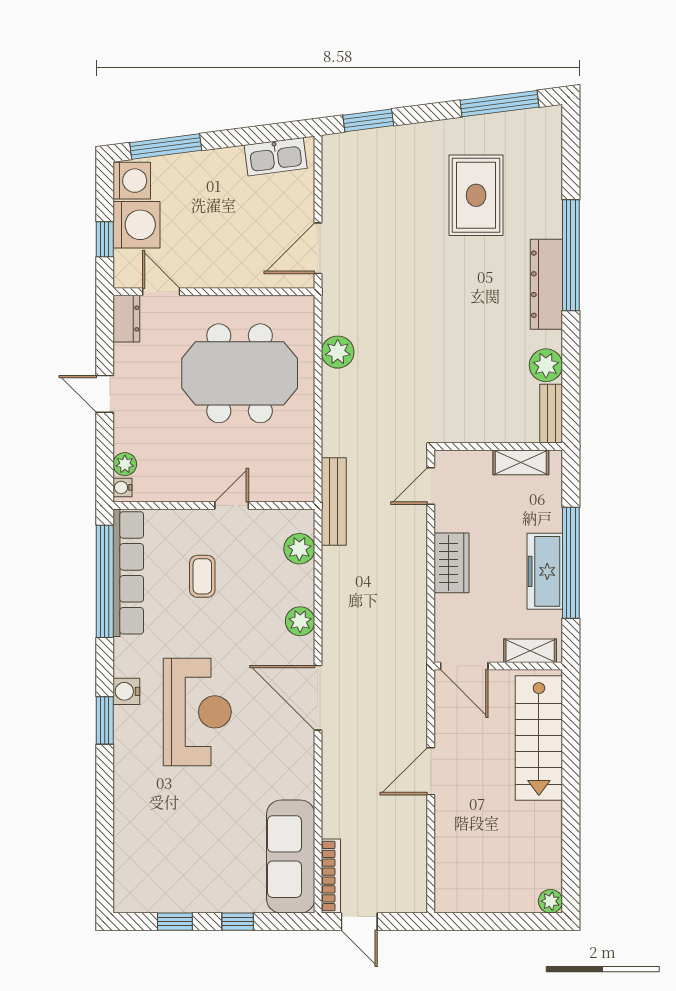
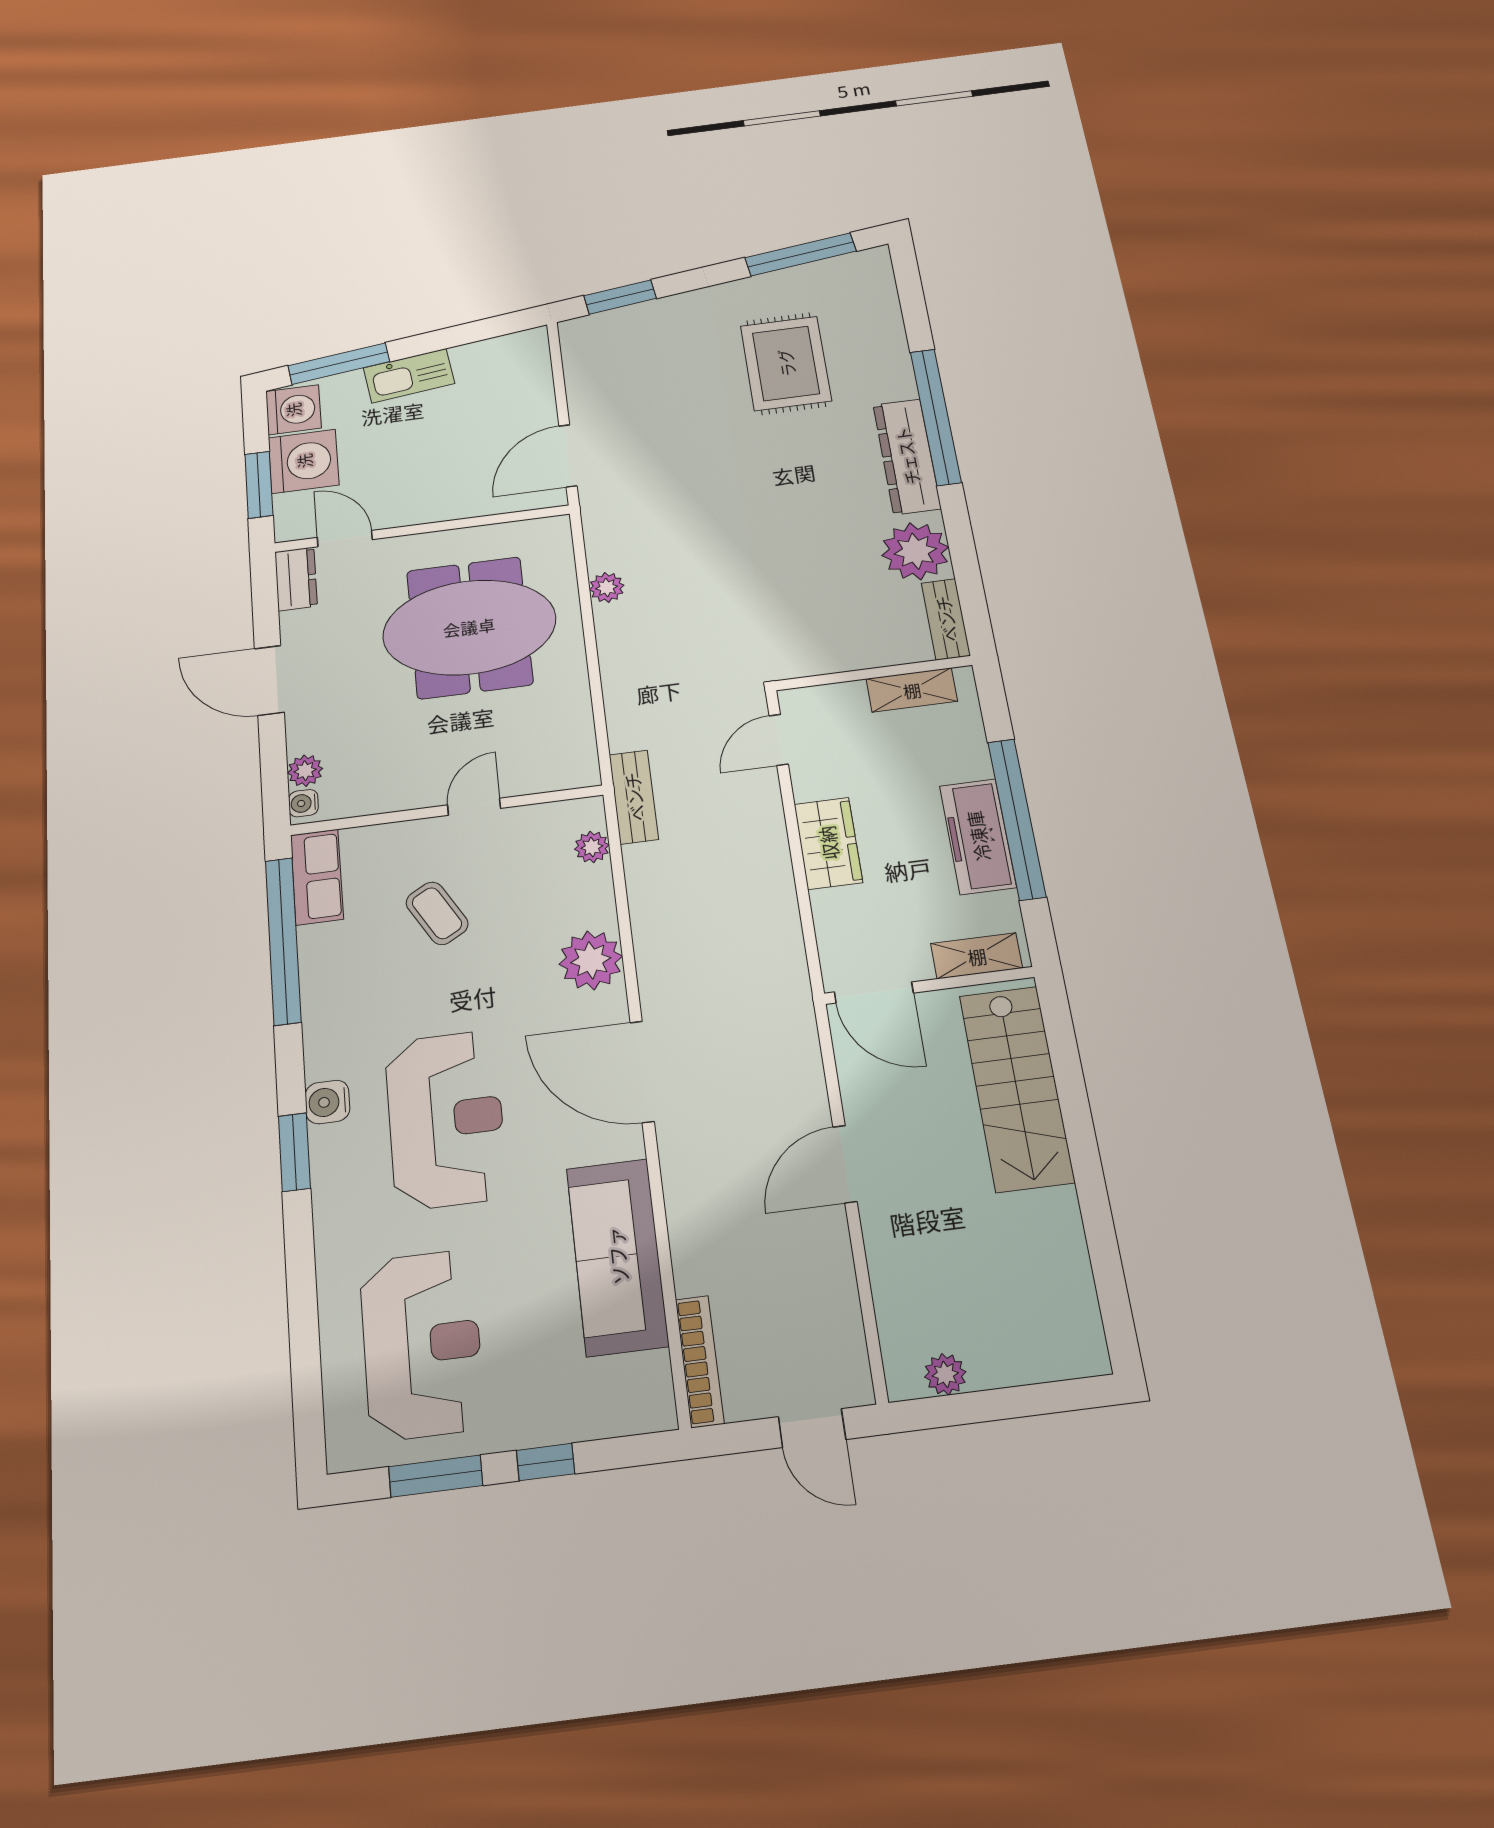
kitchen sink: (276, 157) -> (409, 376), moved
window: (105, 239) -> (259, 485), width x1.50
plant: (338, 352) -> (607, 587), width x0.73, depth x0.73
plant: (546, 365) -> (915, 551), width x1.36, depth x1.36
door: (105, 394) -> (269, 680), width x1.38
bench: (334, 502) -> (634, 797), width x0.73
plant: (299, 549) -> (592, 847), width x0.73, depth x0.73
row of seats: (128, 573) -> (317, 877), width x0.50
coffee table: (202, 576) -> (437, 913), turned -30
plant: (300, 621) -> (591, 960), width x1.36, depth x1.36
reception desk: (173, 846) -> (422, 1344), added
sofa: (291, 857) -> (617, 1256), moved
plant: (550, 901) -> (945, 1374), moved
window: (175, 922) -> (436, 1476), width x1.50
door: (359, 922) -> (812, 1428), moved

